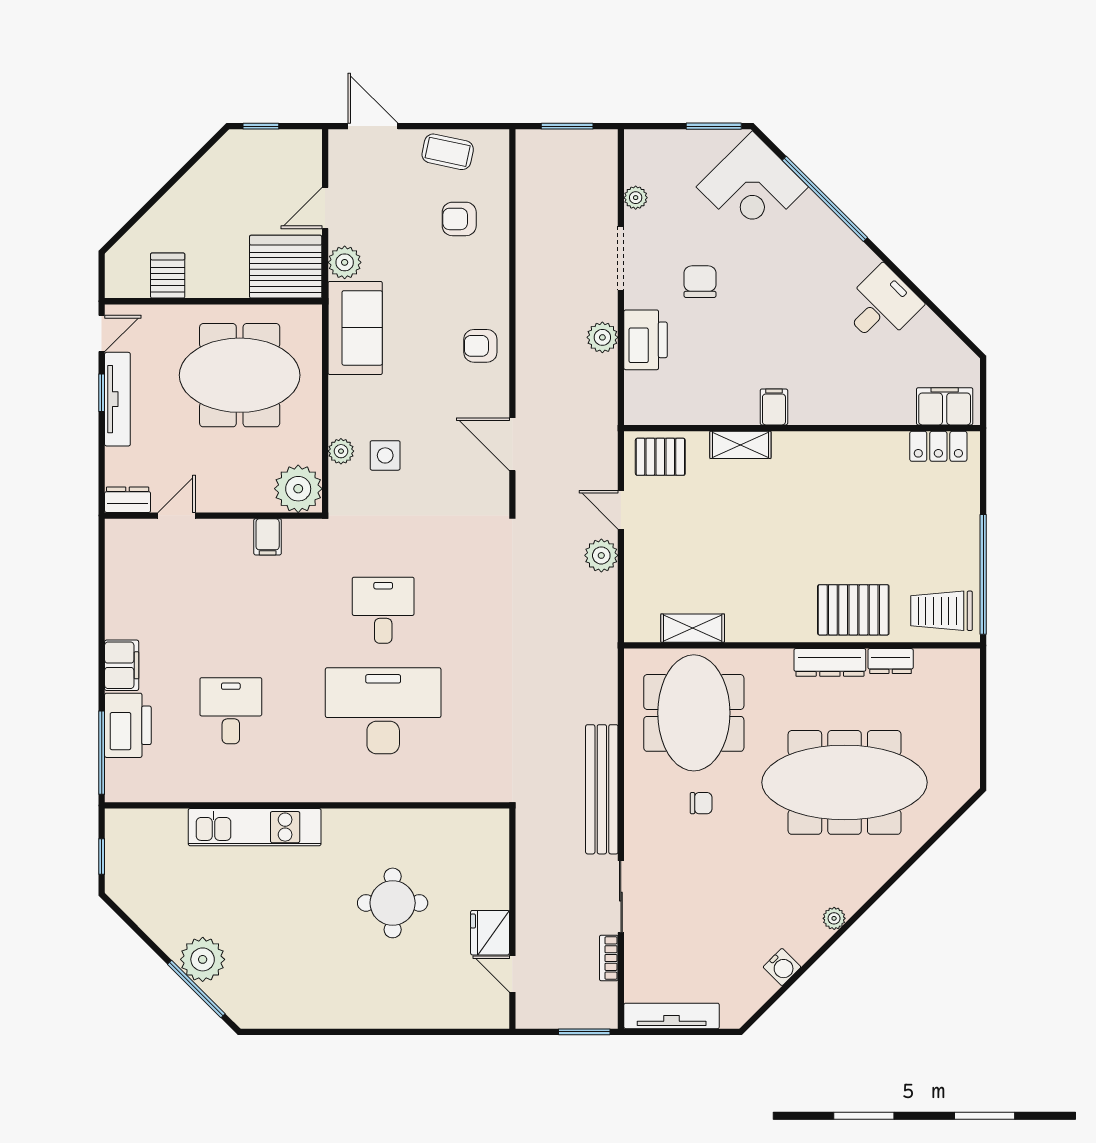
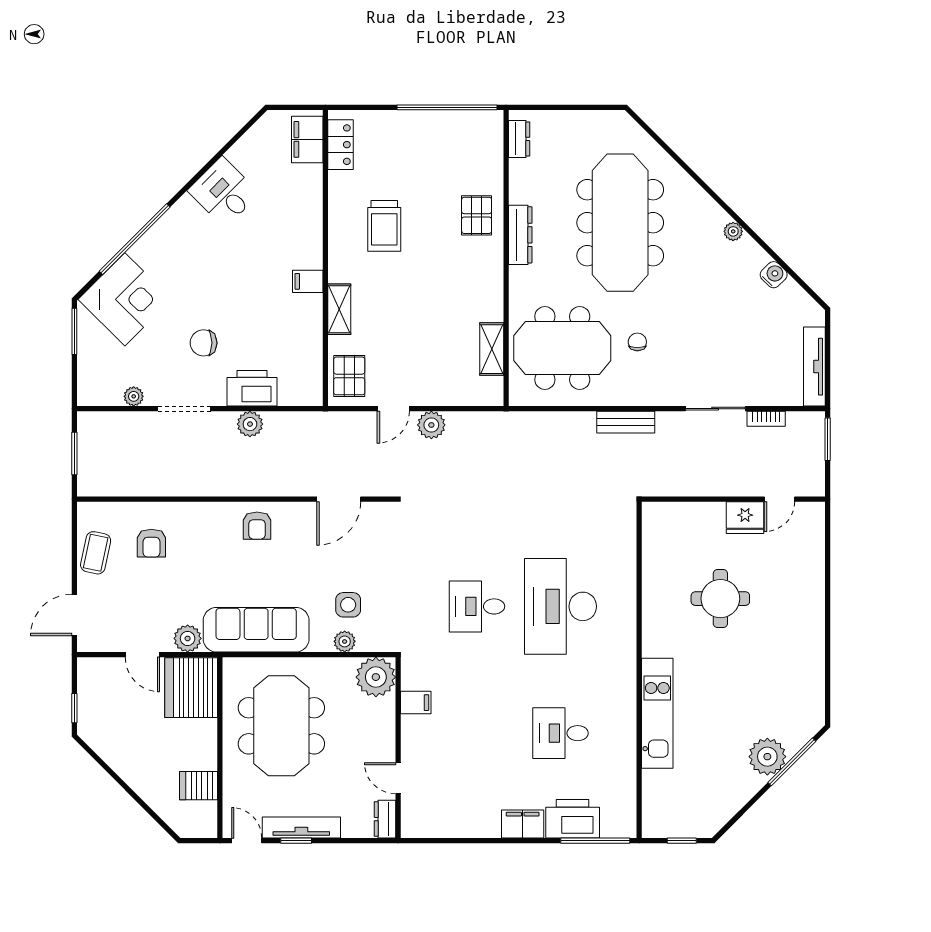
sofa: (355, 328) -> (256, 630), width x1.36
pallet: (853, 610) -> (477, 215), width x0.67, depth x0.71
trolley: (942, 611) -> (384, 226), moved
dresser: (891, 661) -> (519, 139), moved
bench: (602, 789) -> (626, 422), width x0.54, depth x0.82

